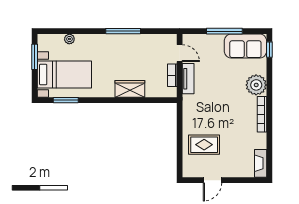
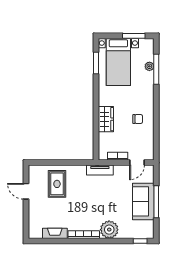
window: (123, 31) -> (156, 69), moved
sofa: (245, 46) -> (143, 201), moved
chair: (130, 52) -> (138, 119), added
tv unit: (188, 79) -> (100, 170), moved
fireplace: (261, 163) -> (55, 233), moved

